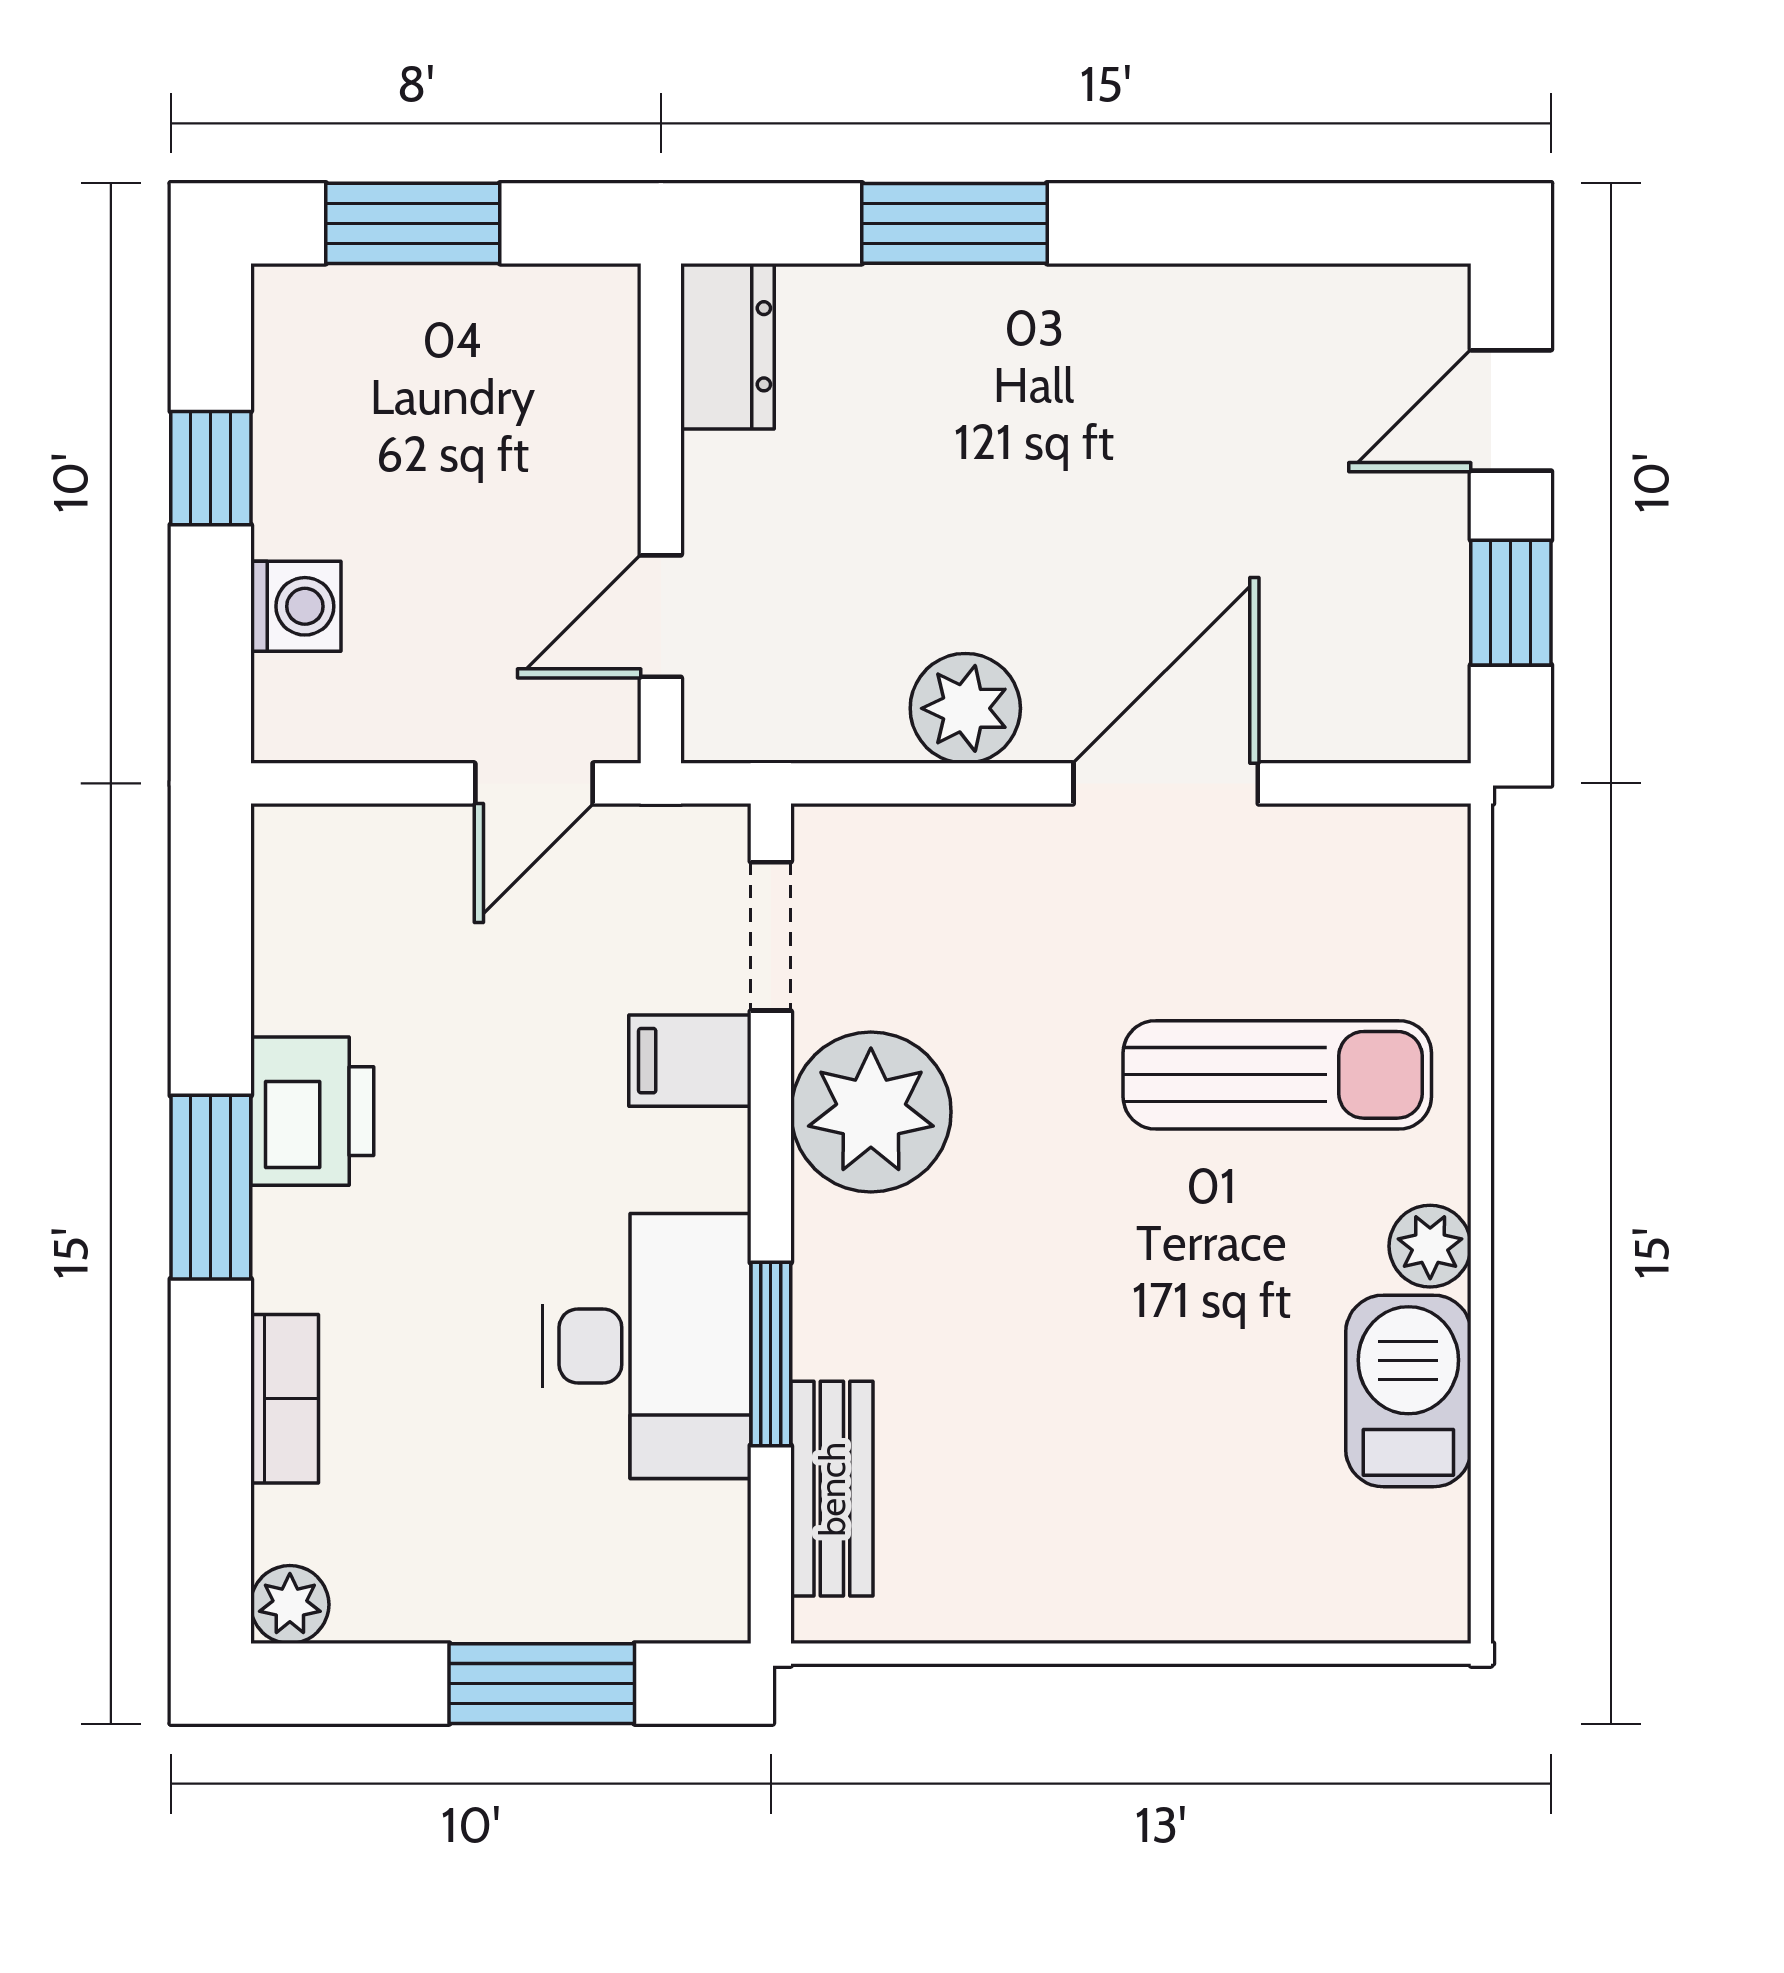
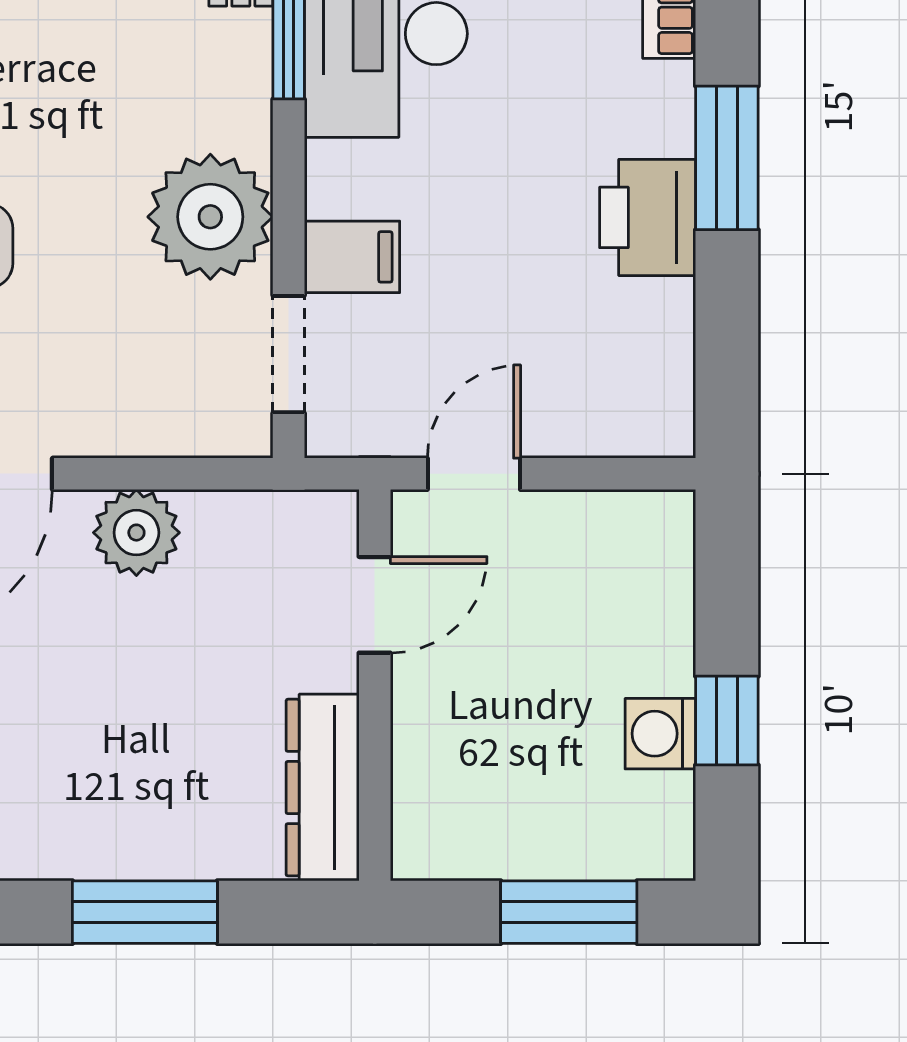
dresser: (728, 346) -> (323, 788), width x1.44
washing machine: (296, 606) -> (660, 734), moved

